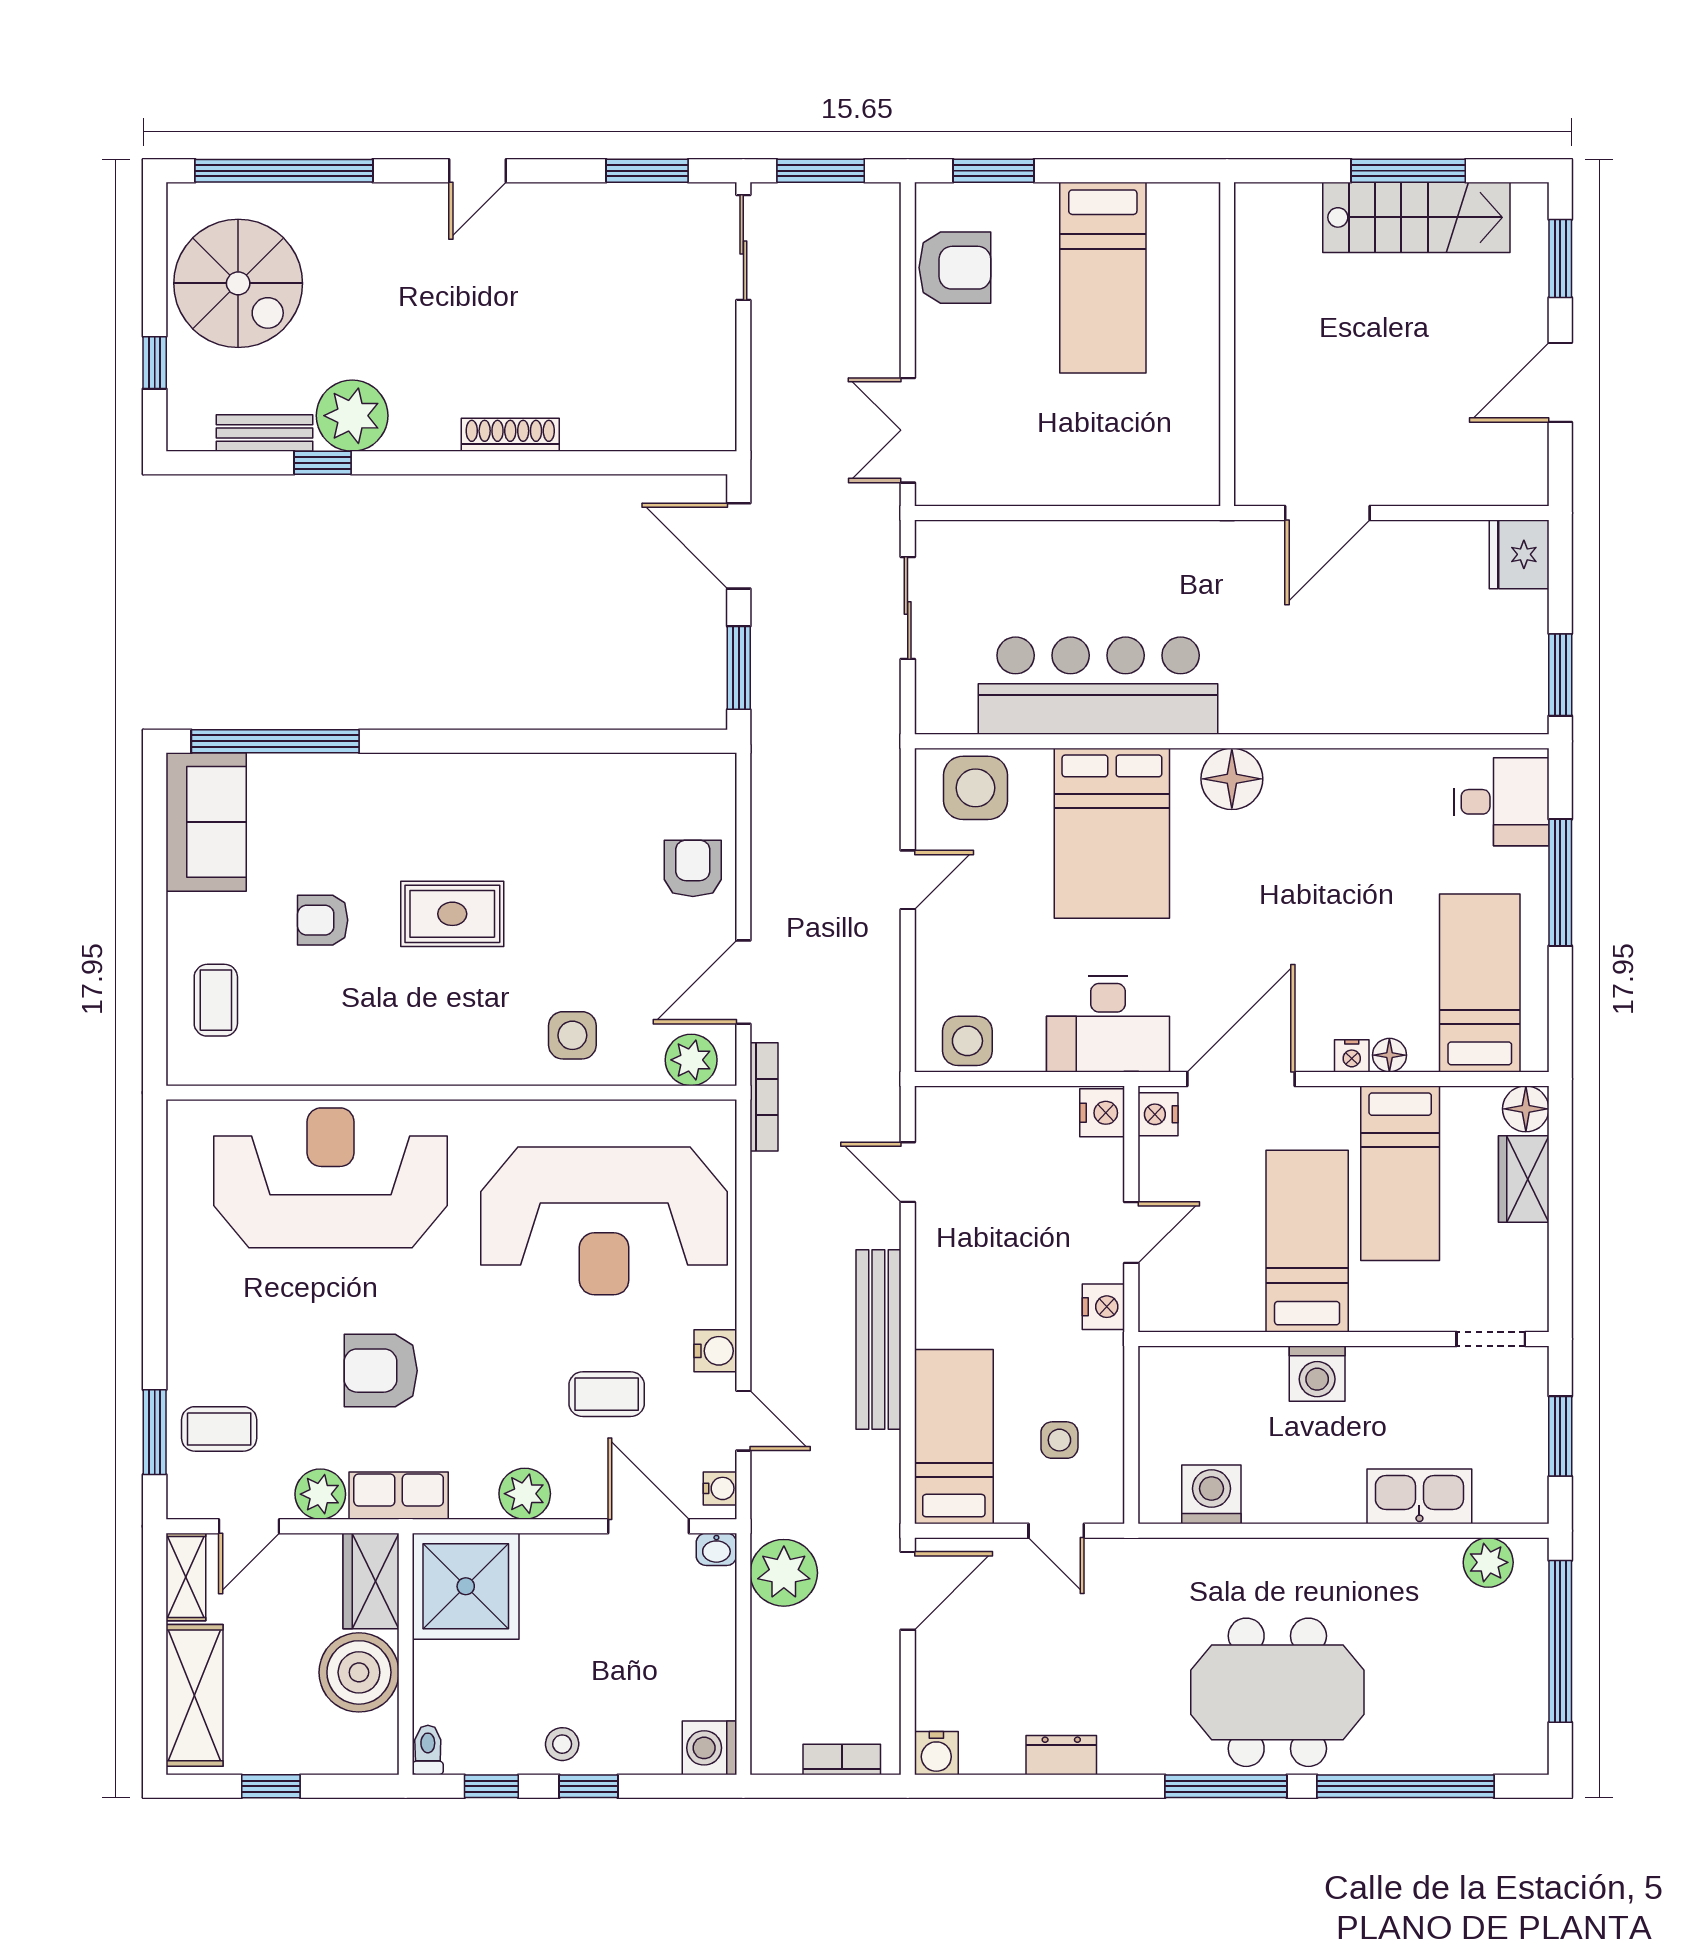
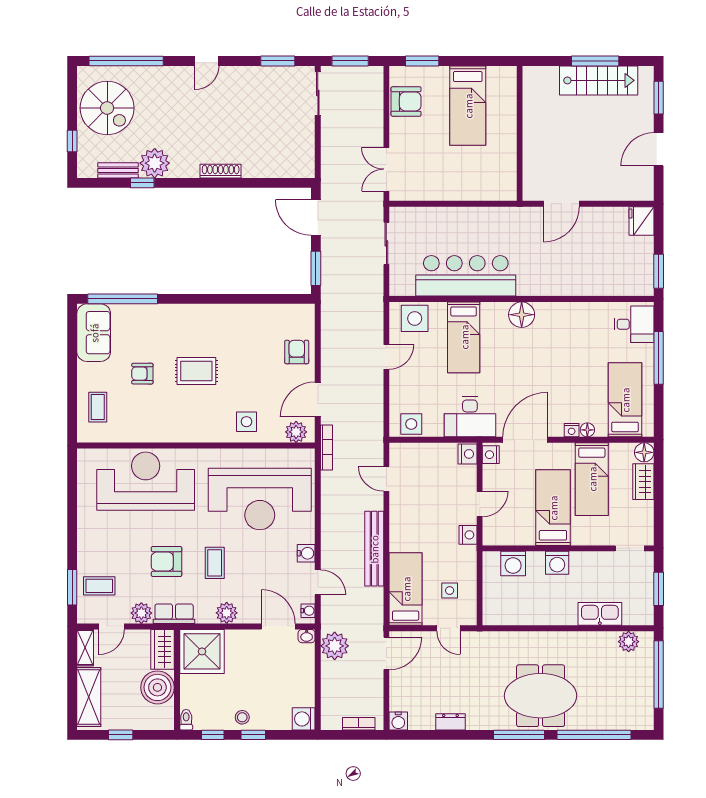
bed: (1112, 833) -> (464, 337), width x0.67
coffee table: (607, 1394) -> (215, 563), moved, turned 90
washing machine: (1211, 1494) -> (513, 564), moved, turned 180

